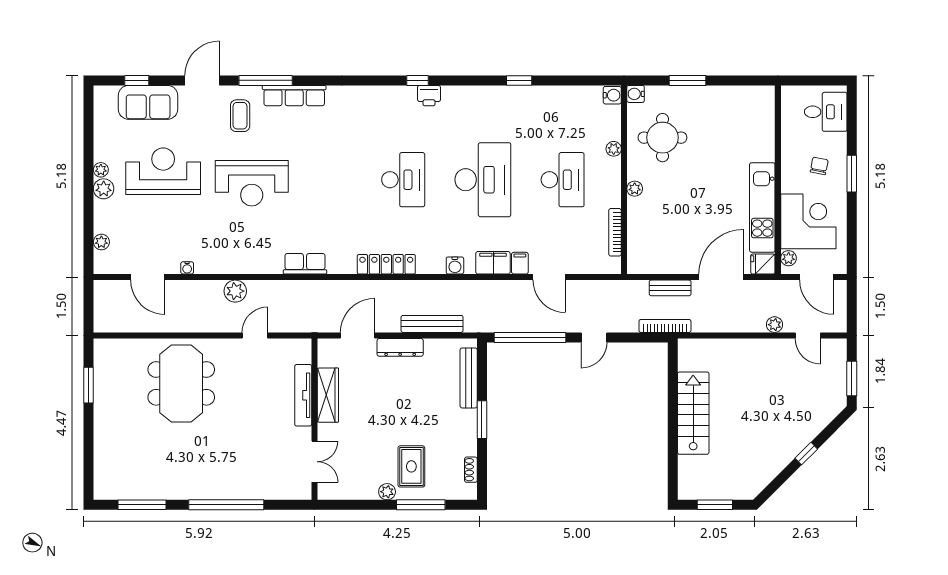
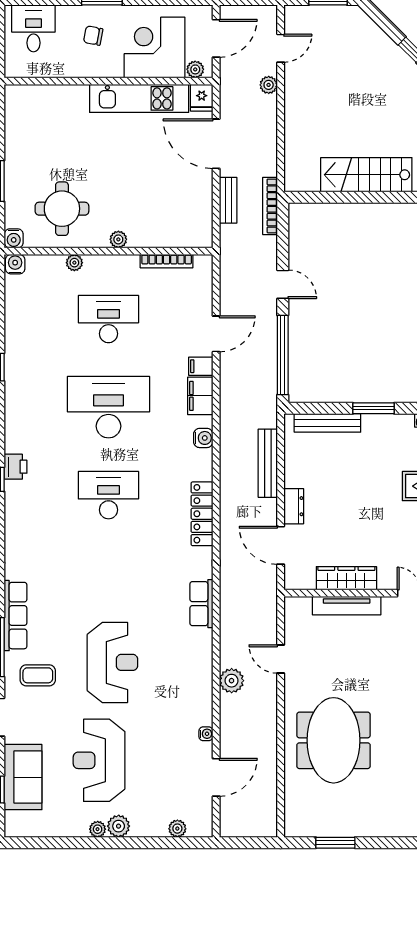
dresser: (400, 347) -> (294, 506), width x0.70
meeting table: (181, 383) -> (334, 740), turned 90

